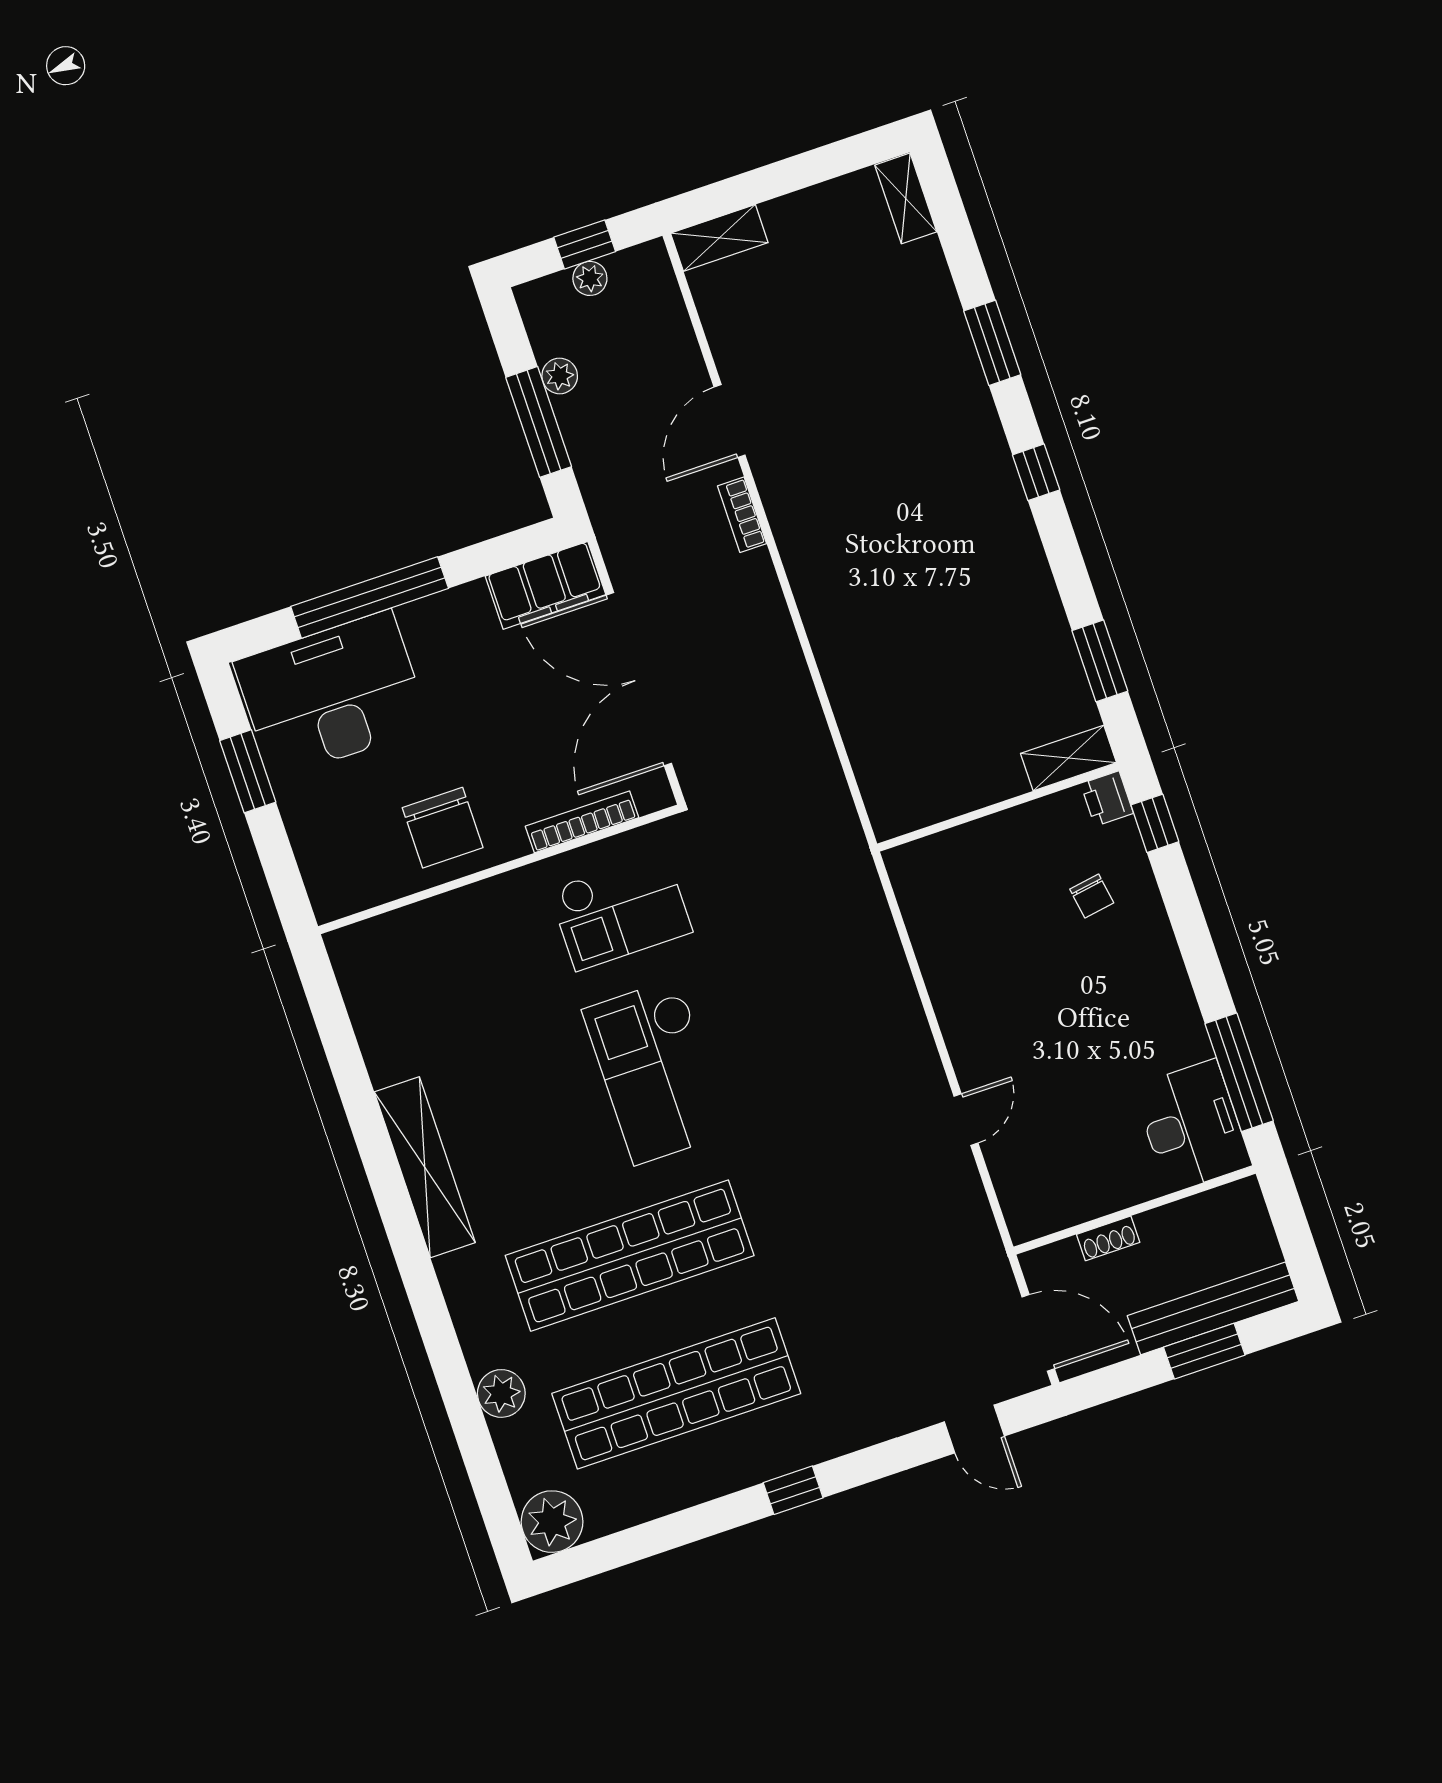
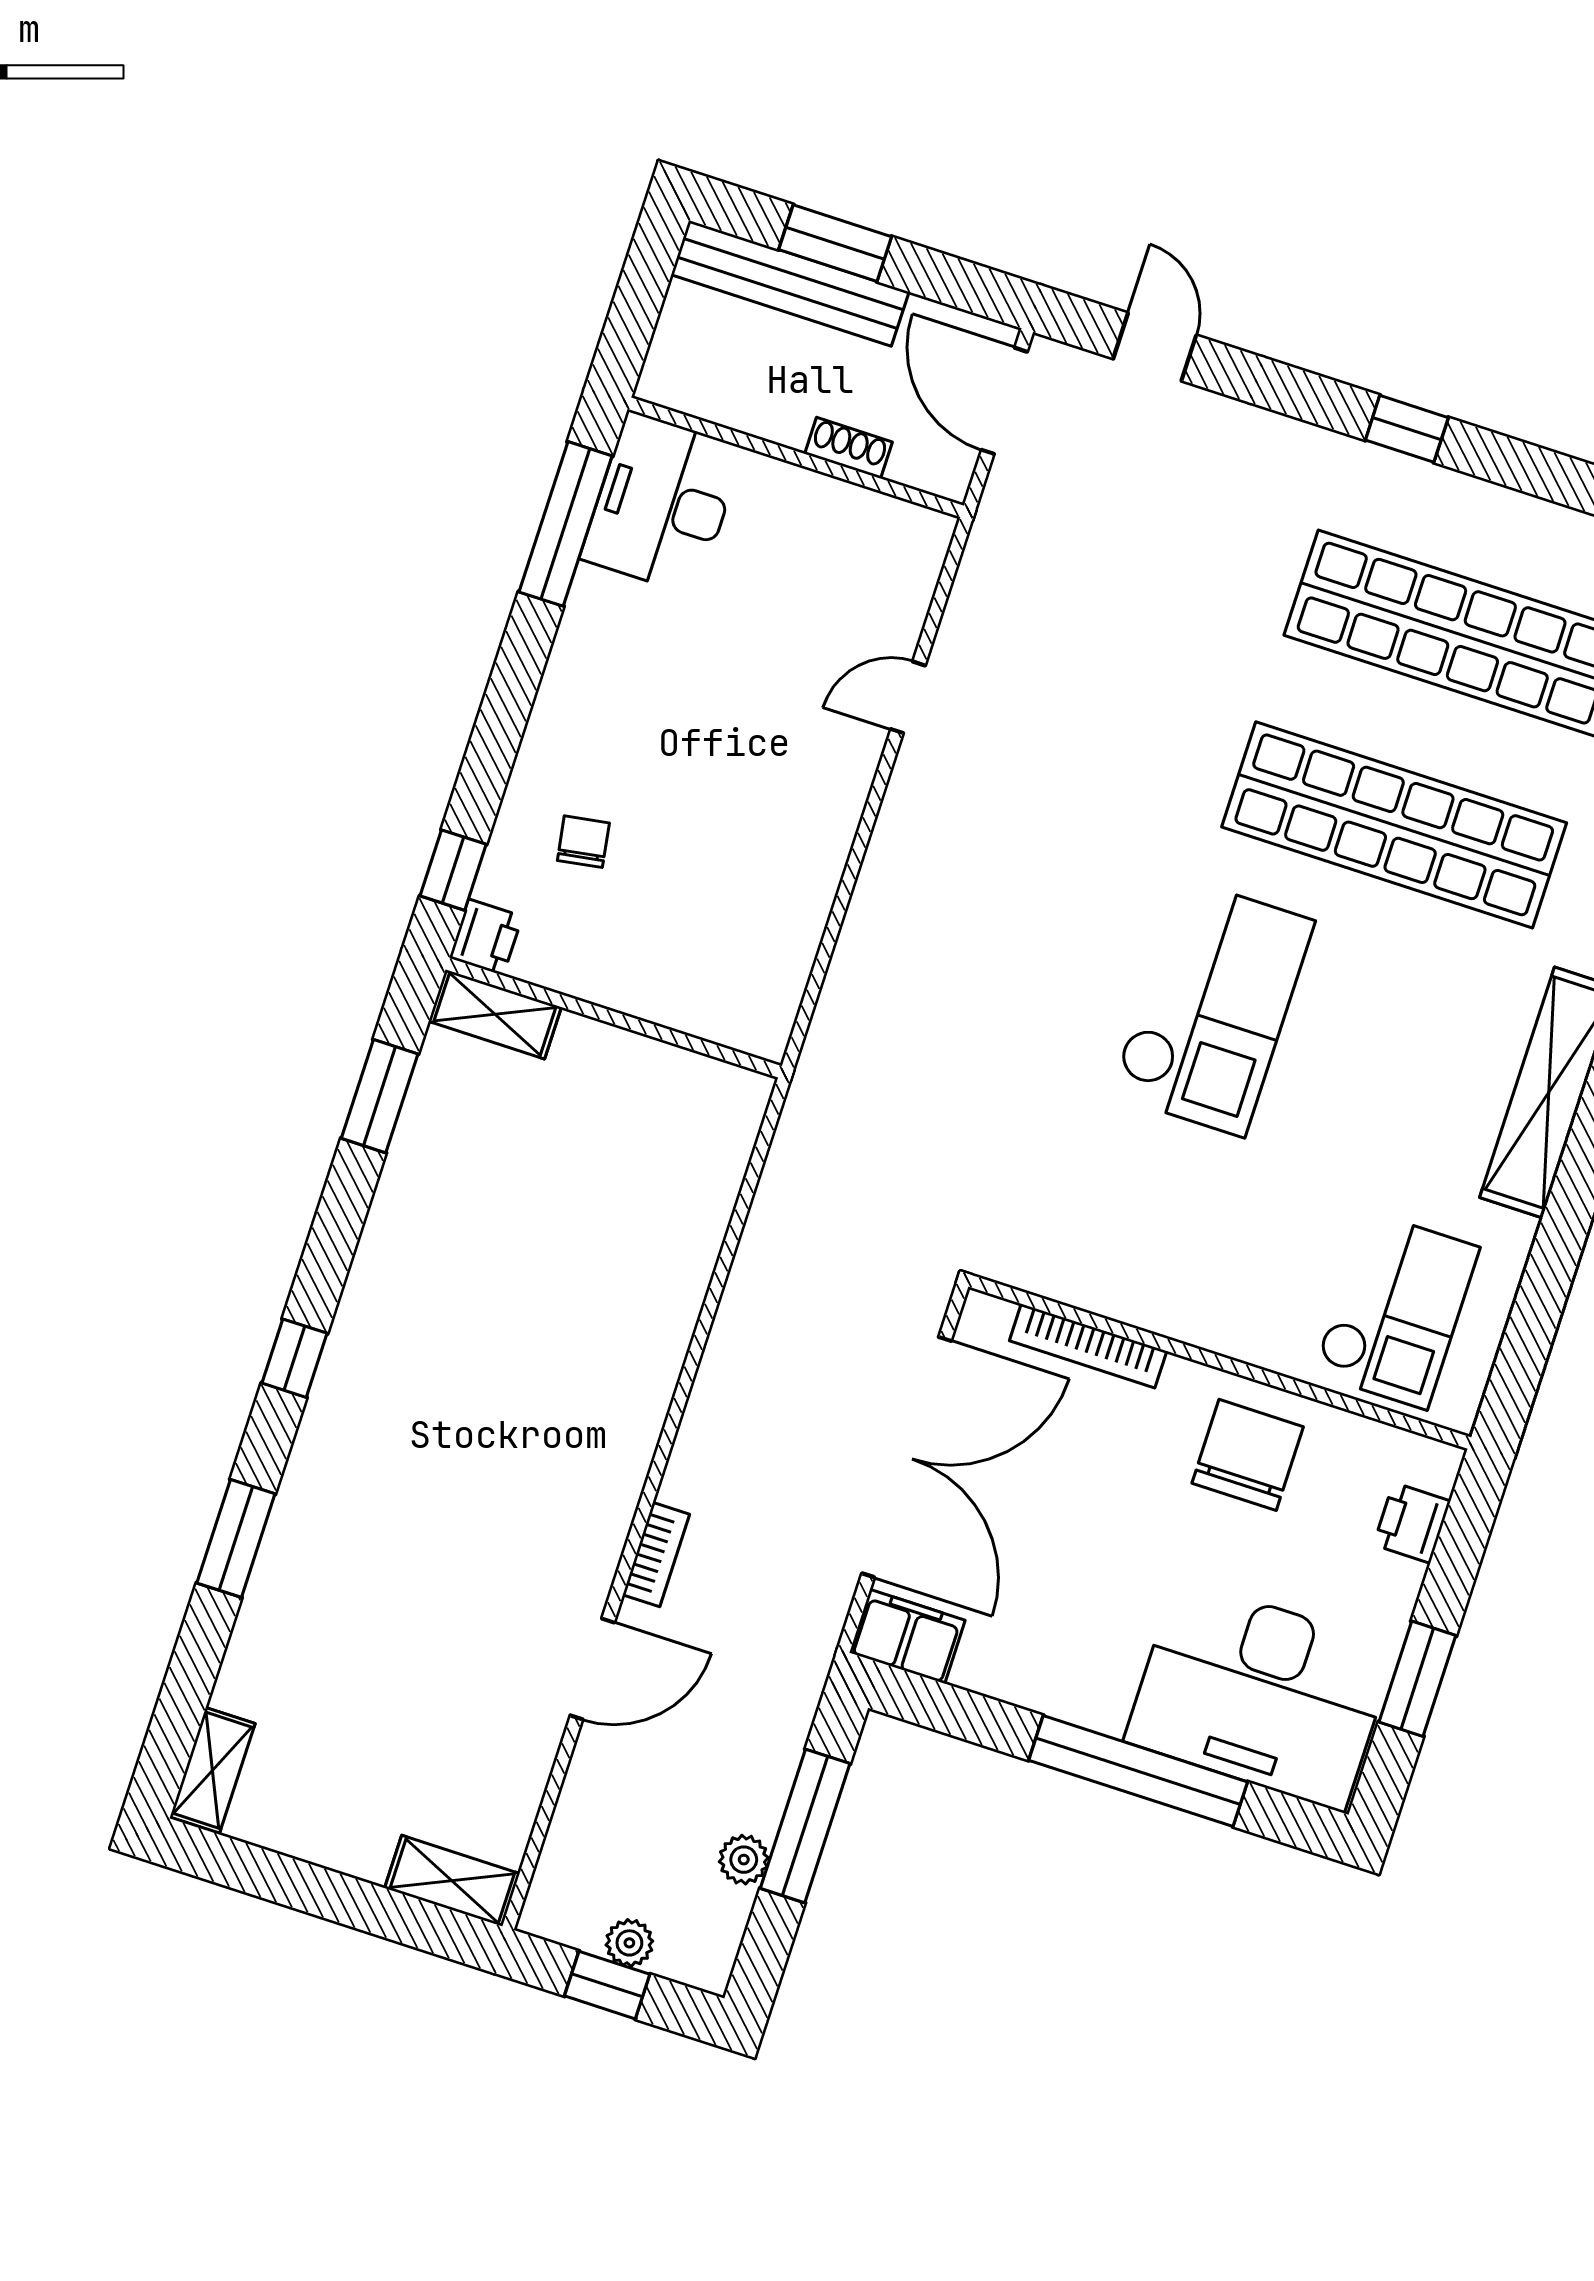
filing cabinet: (546, 585) -> (907, 1636), width x0.67, depth x0.86
printer: (318, 859) -> (1412, 1523), added
checkout: (621, 911) -> (1396, 1310), moved, turned 90

